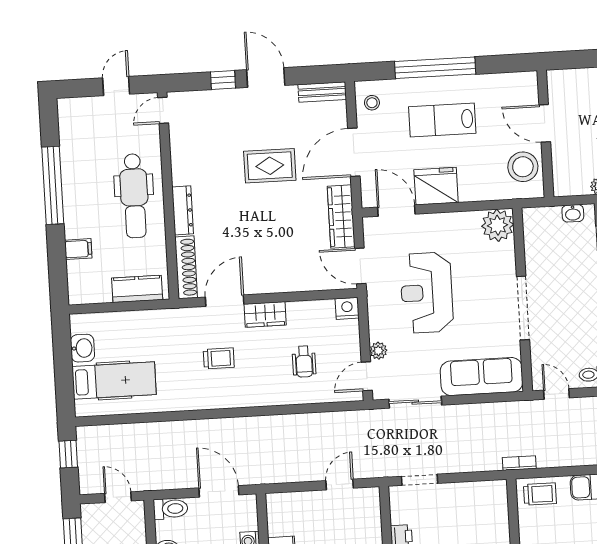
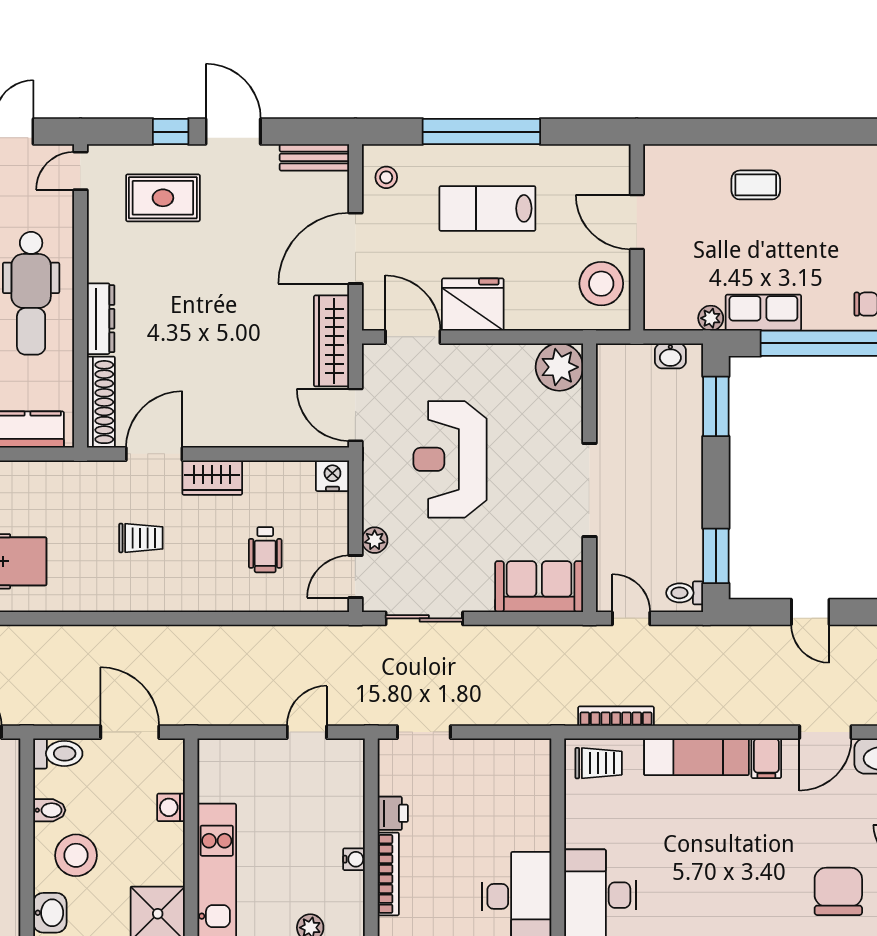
rug: (270, 166) -> (163, 198), moved
sofa: (482, 377) -> (539, 587), width x0.73
bookcase: (519, 463) -> (616, 716), moved, width x1.56

